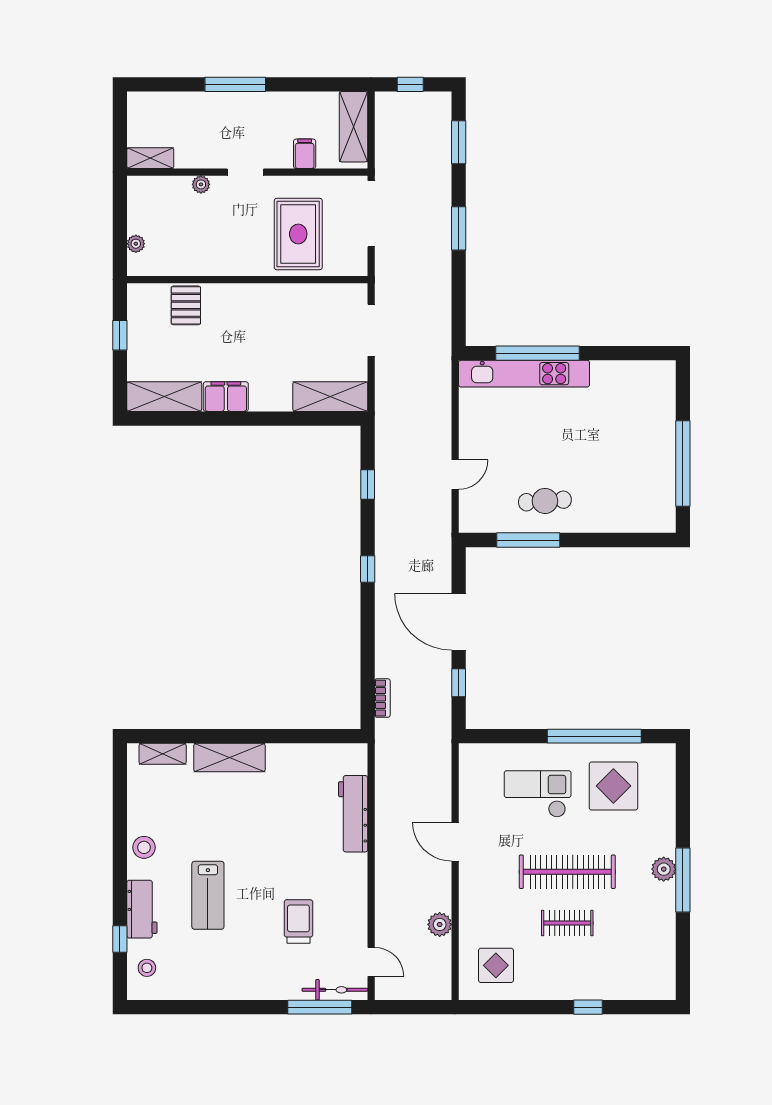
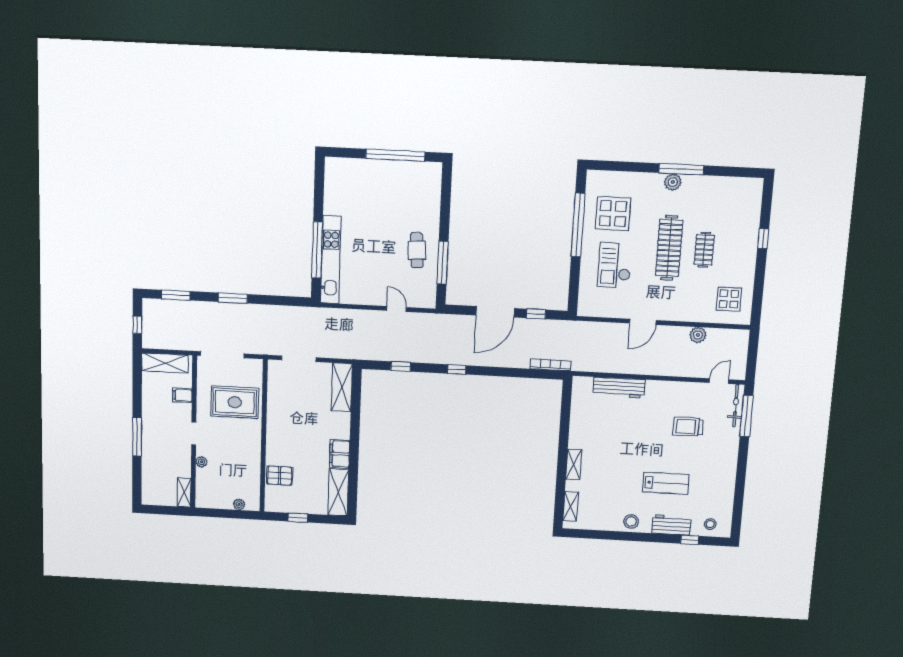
bookcase: (382, 698) -> (550, 365), width x1.56
shelving: (229, 758) -> (574, 464), width x0.67, depth x0.75

